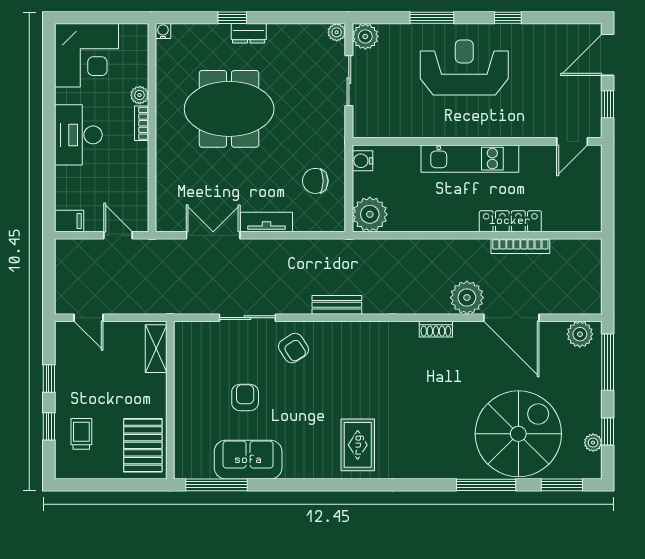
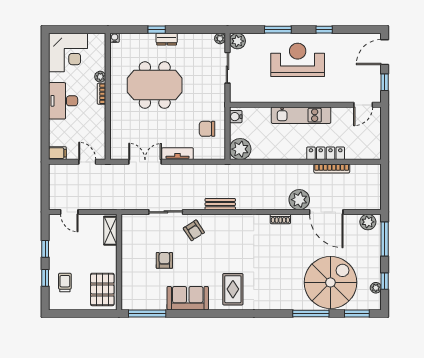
sofa: (248, 460) -> (188, 298), moved

